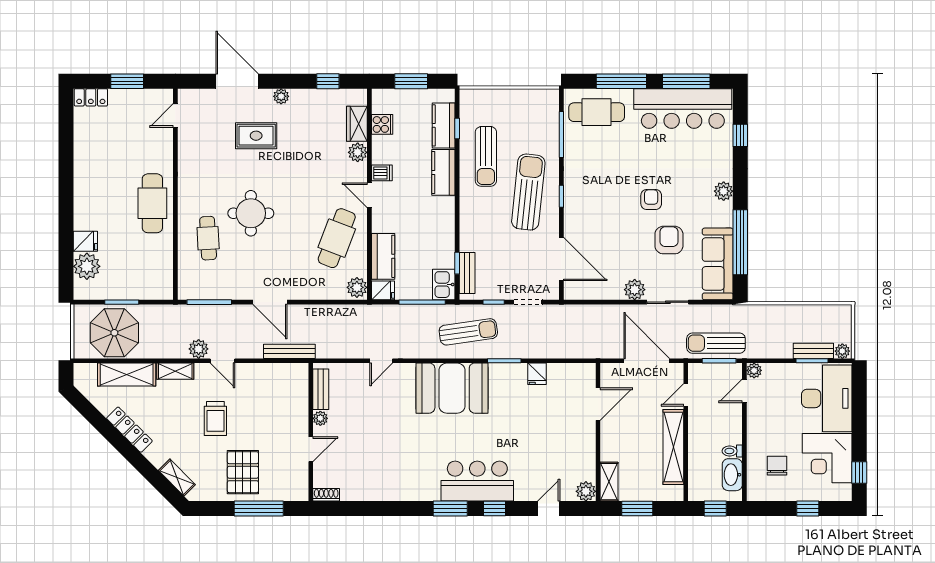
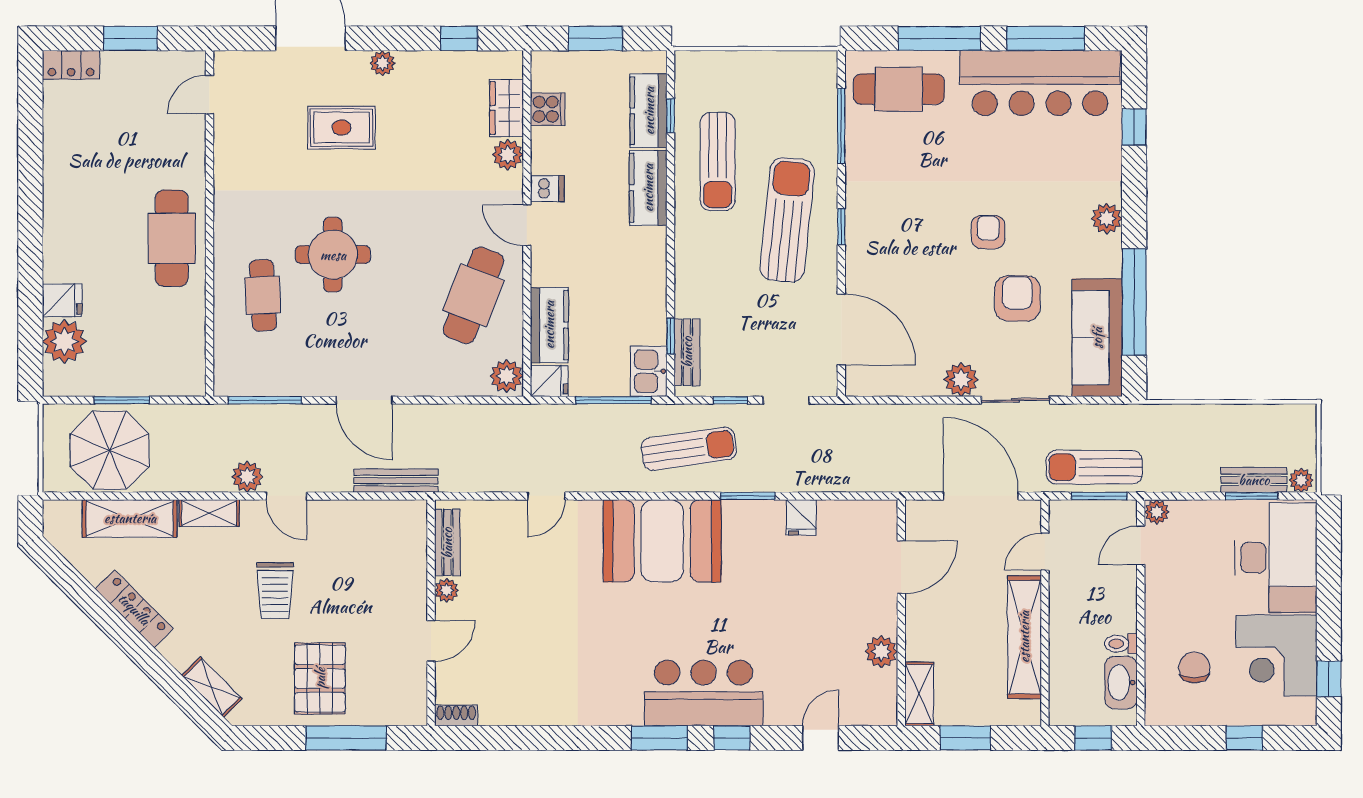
plant: (586, 491) -> (881, 652), moved

